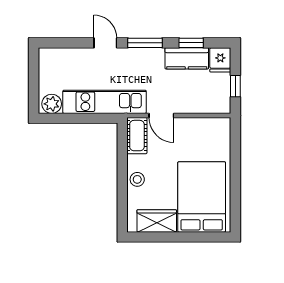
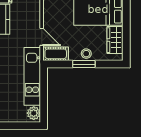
door: (161, 115) -> (42, 37), hinge flipped
window: (122, 176) -> (84, 64), added

